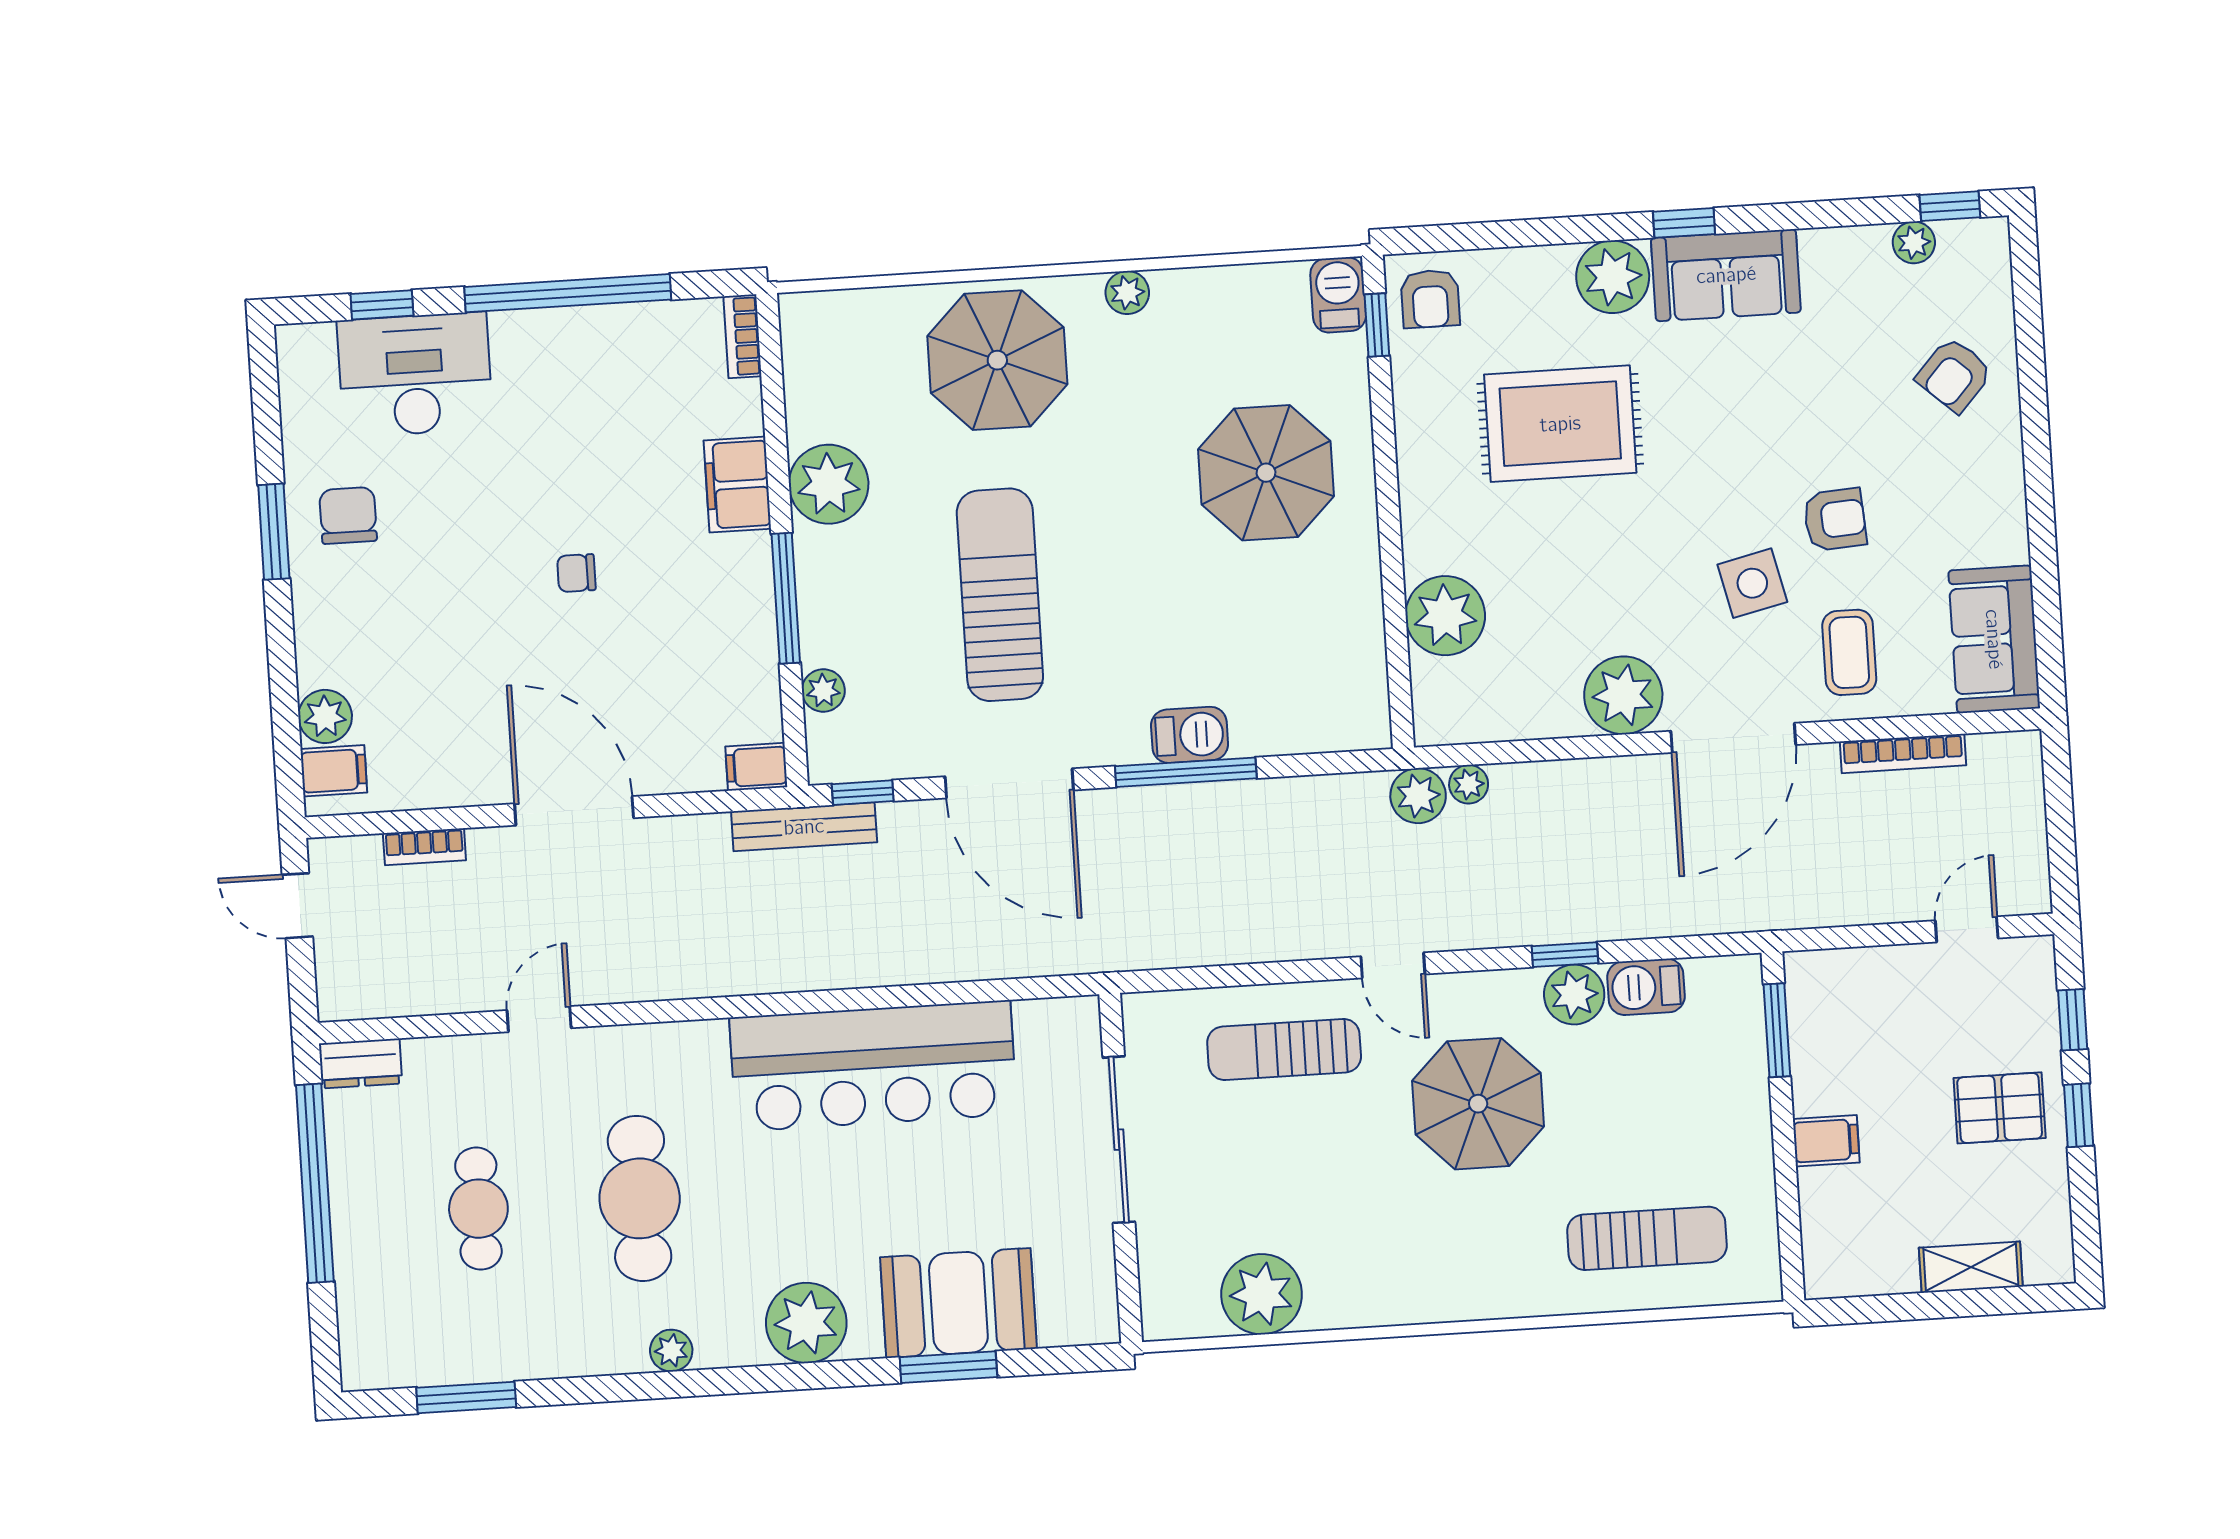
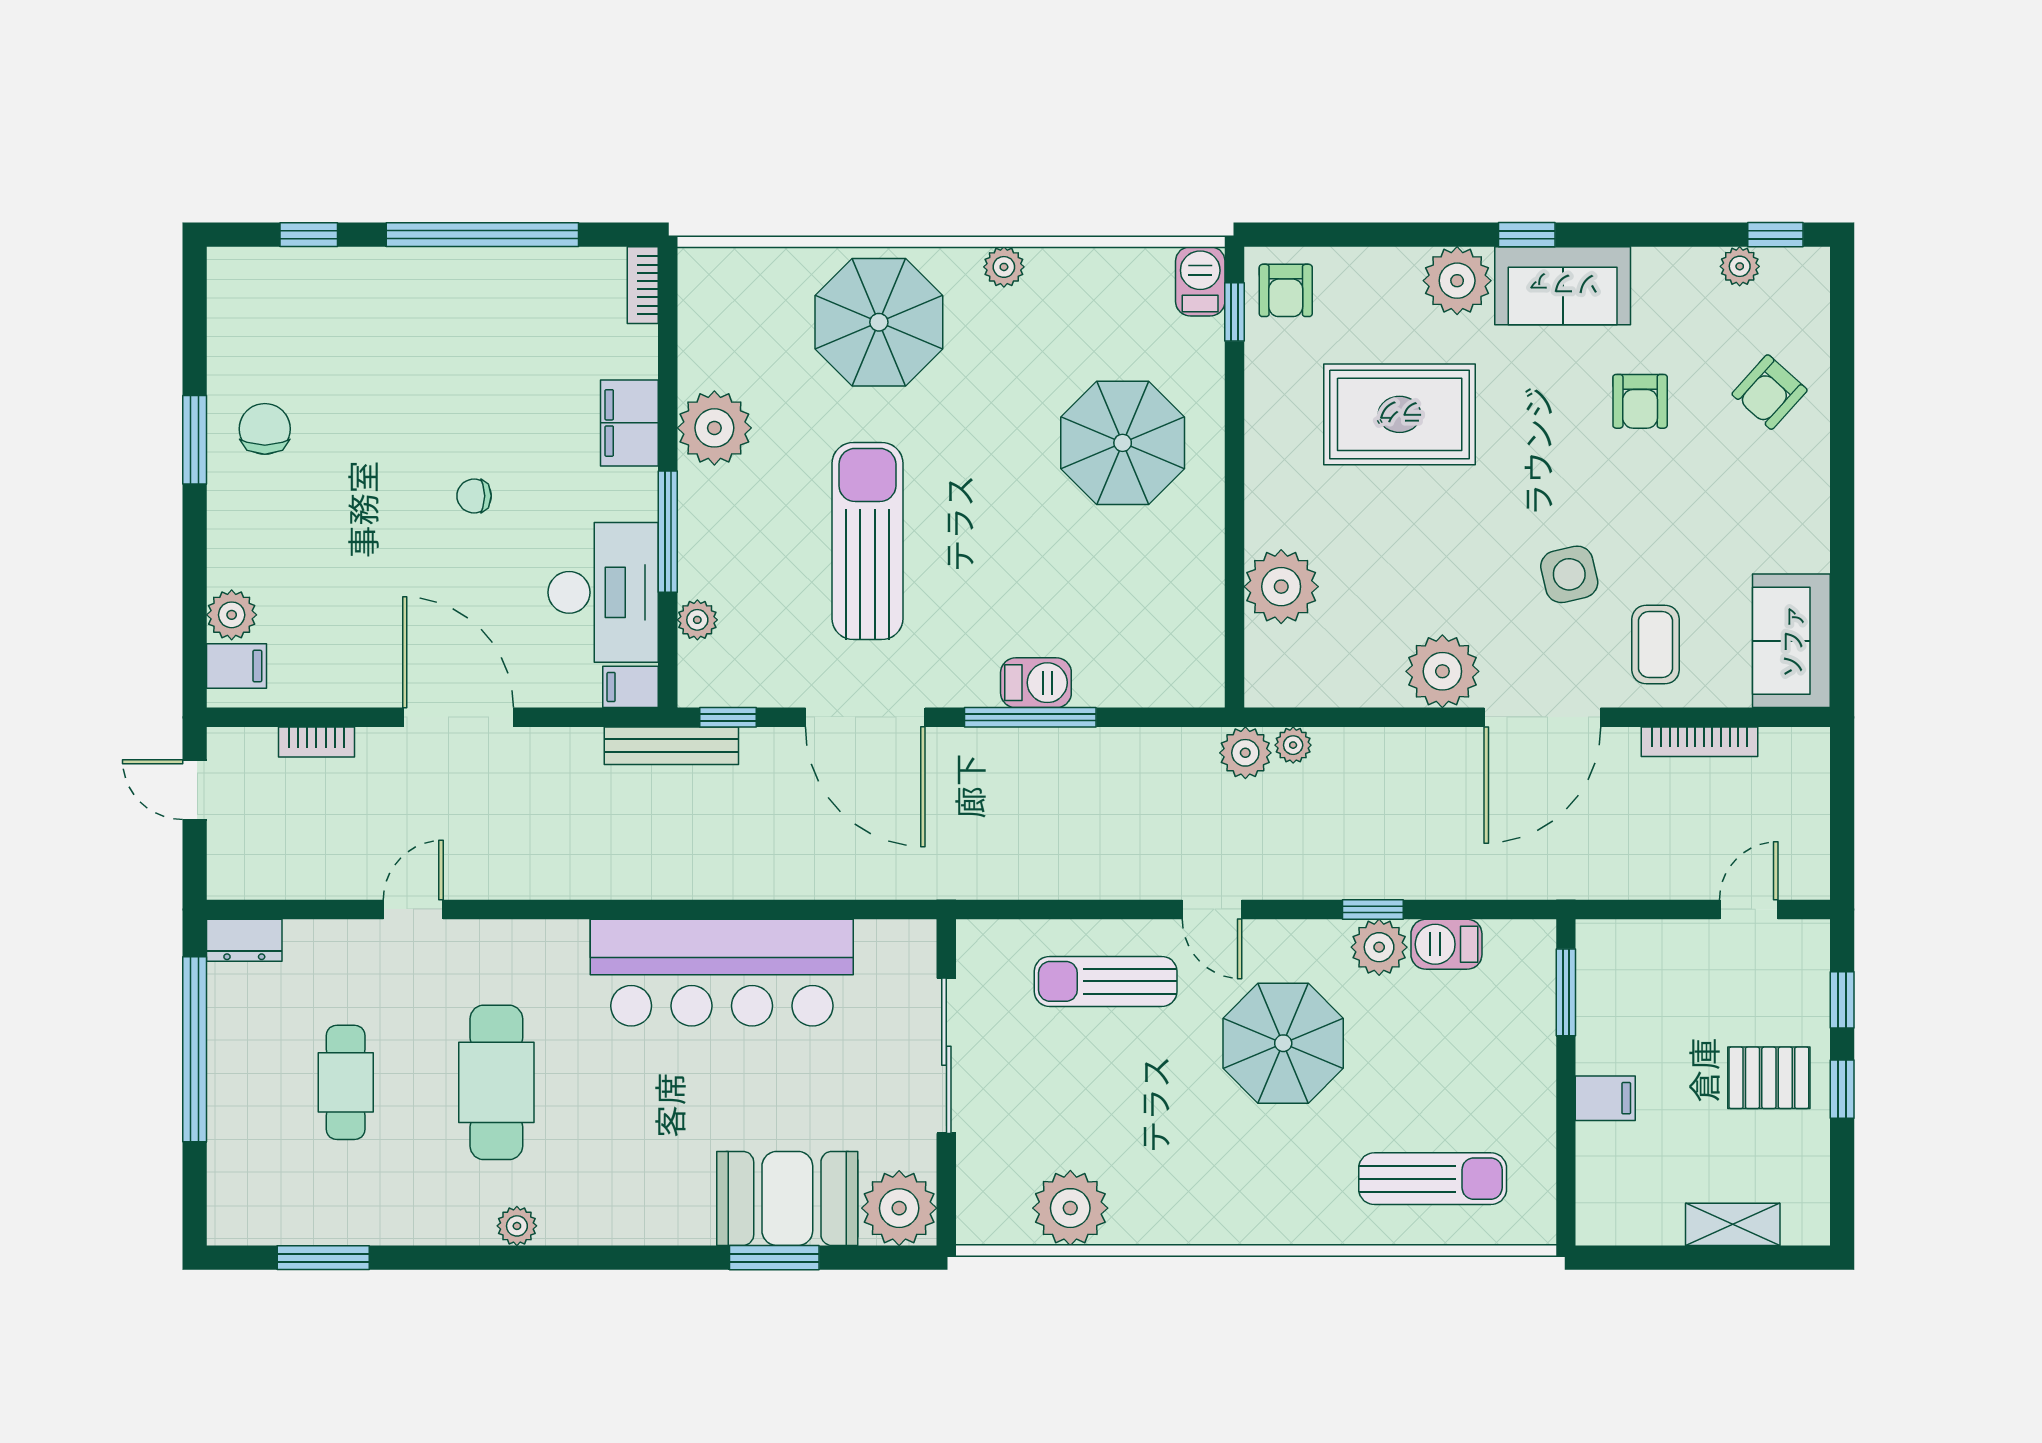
desk: (415, 375) -> (603, 592), moved, turned 90
armchair: (1835, 519) -> (1640, 401), moved, turned 94
plant: (806, 1323) -> (899, 1208), moved

